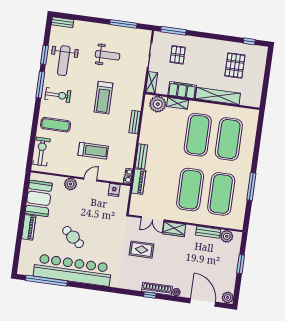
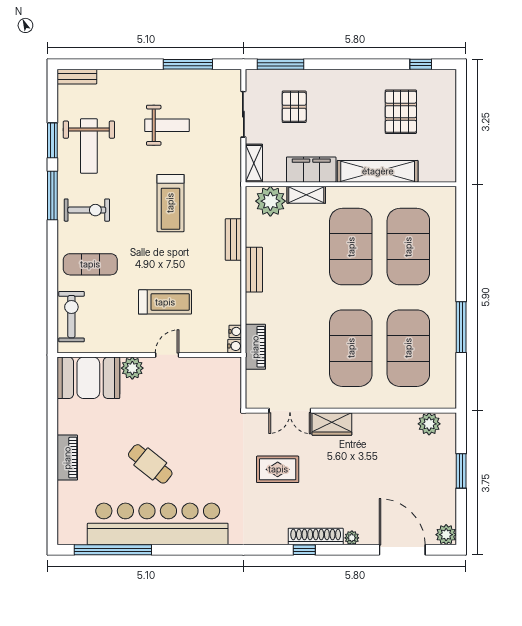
bench: (141, 156) -> (254, 270), moved
fridge: (114, 190) -> (213, 368), removed
booth: (39, 198) -> (88, 378), moved, turned 90
bench: (208, 232) -> (394, 421), removed

